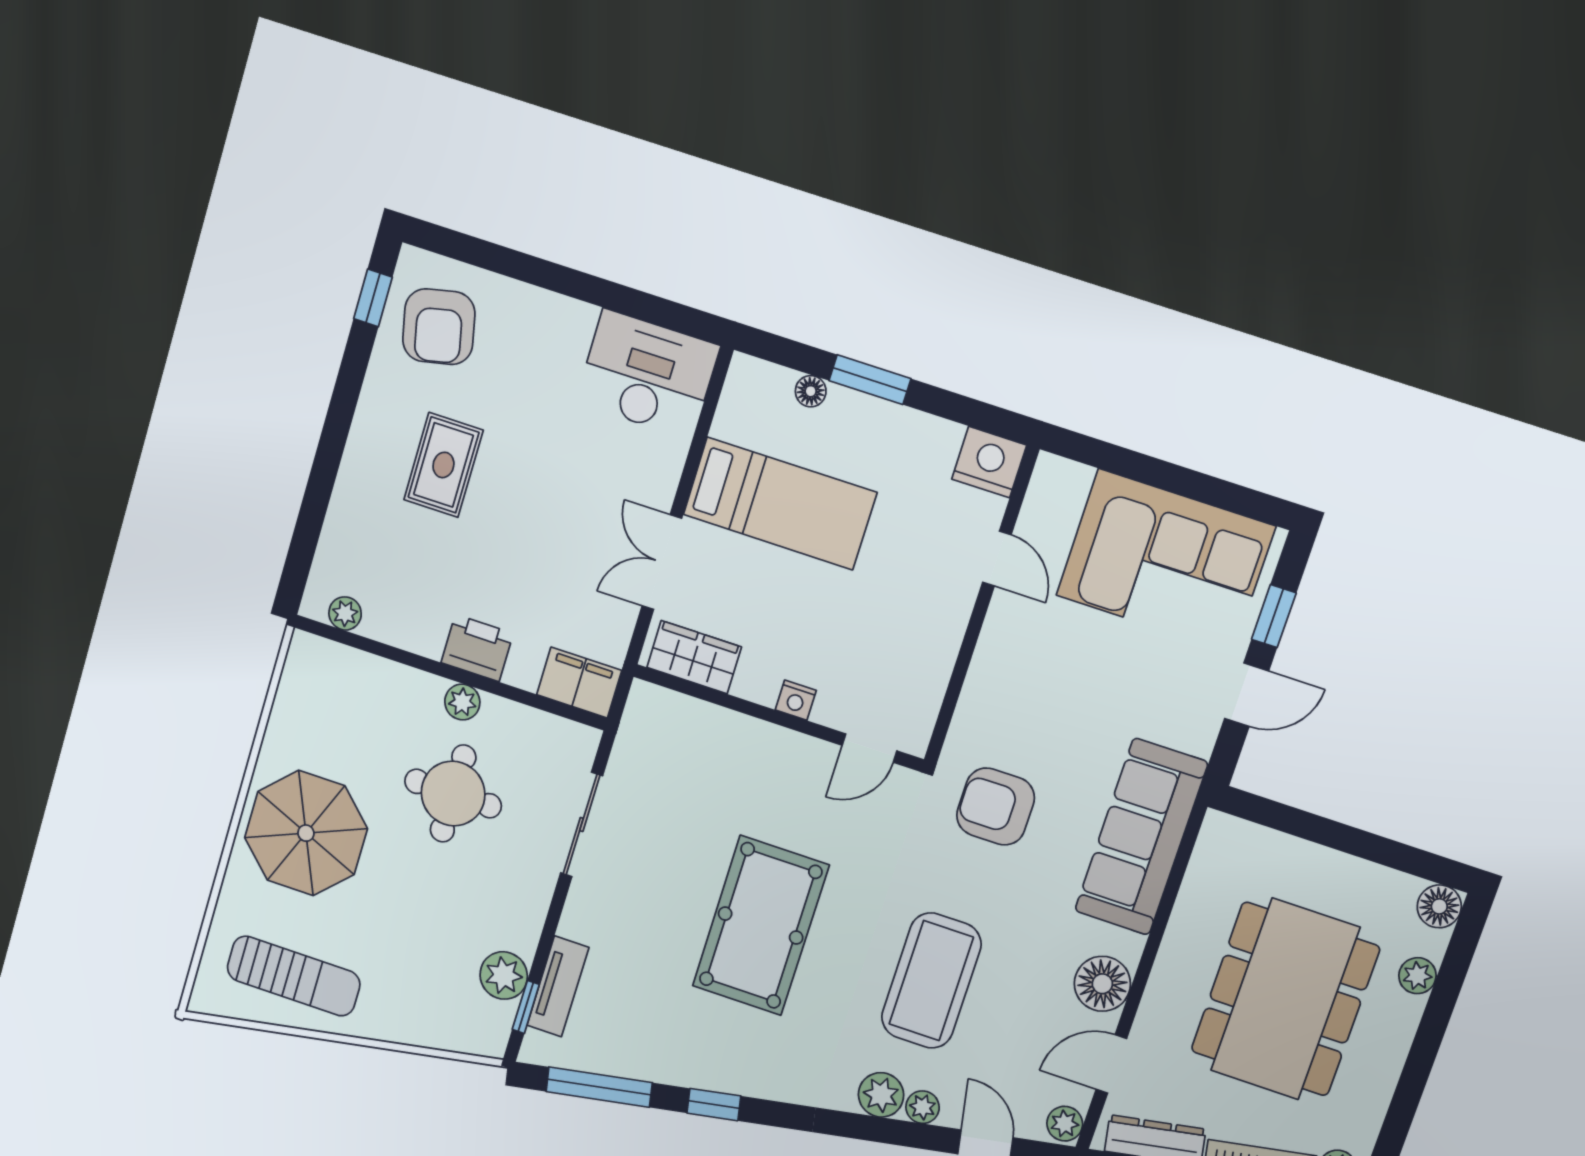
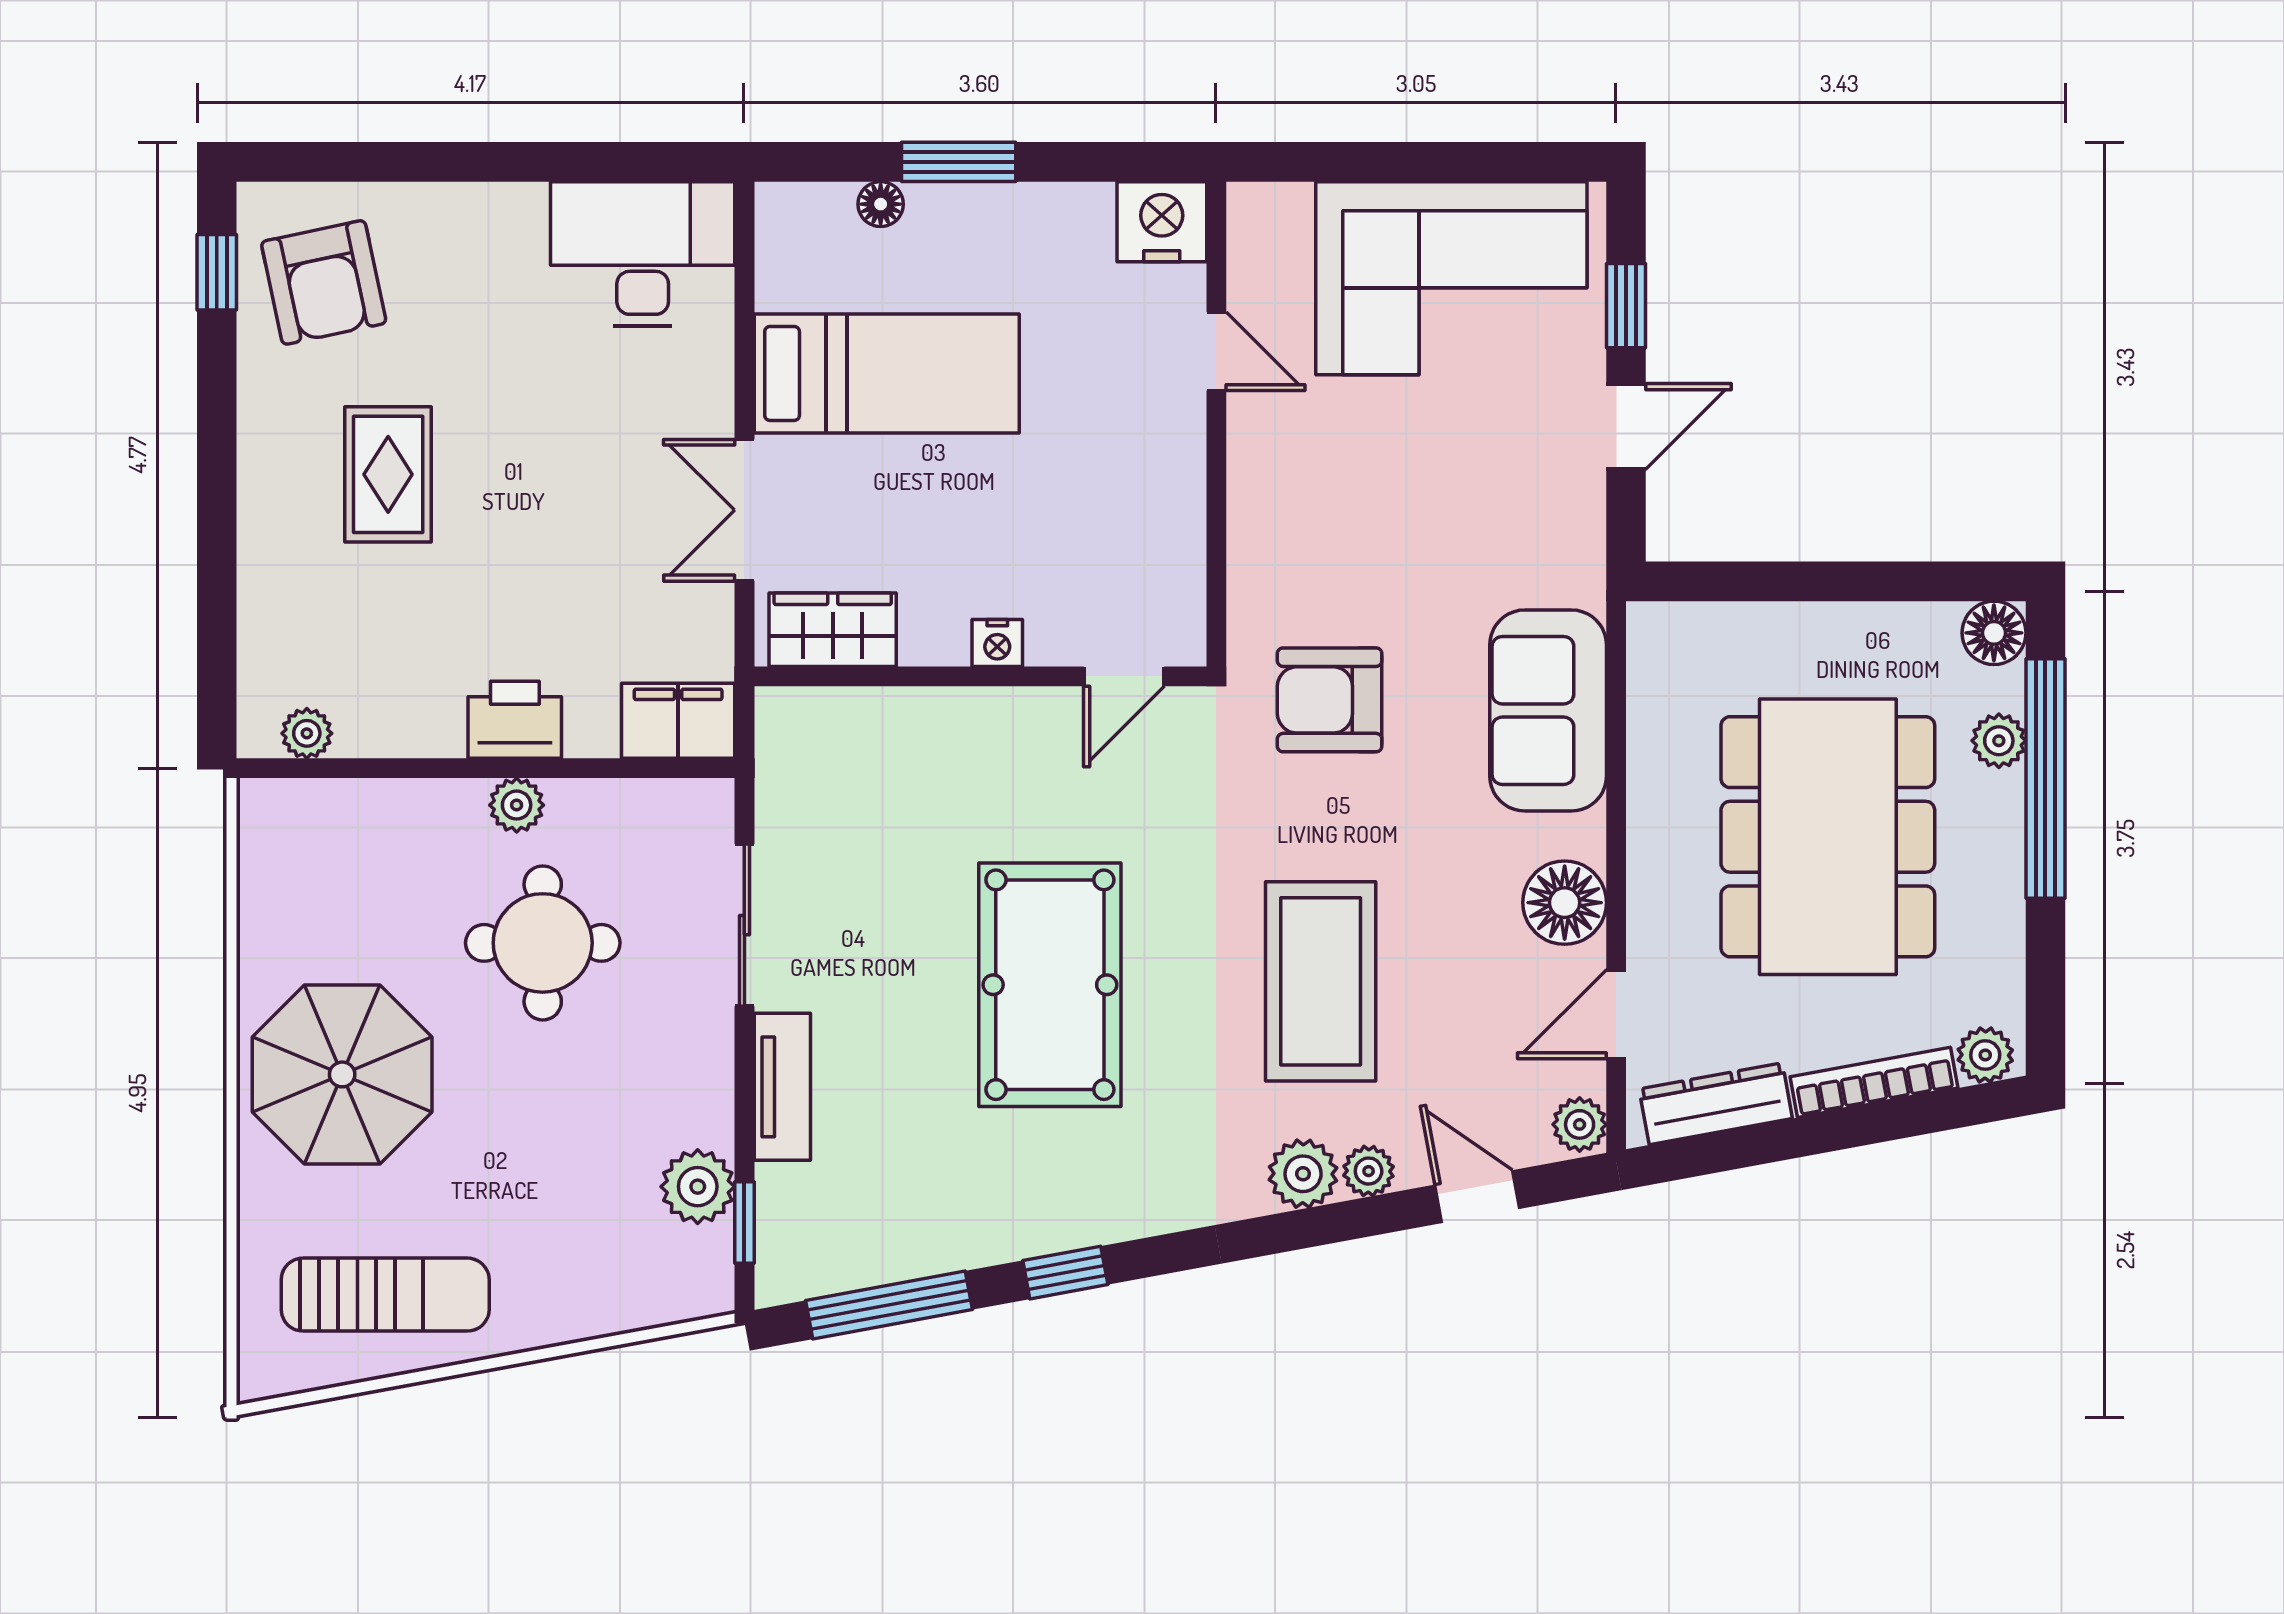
sofa: (1141, 837) -> (1548, 710), width x0.73
tv unit: (558, 986) -> (782, 1087), moved
window: (1439, 1009) -> (2045, 778), added

